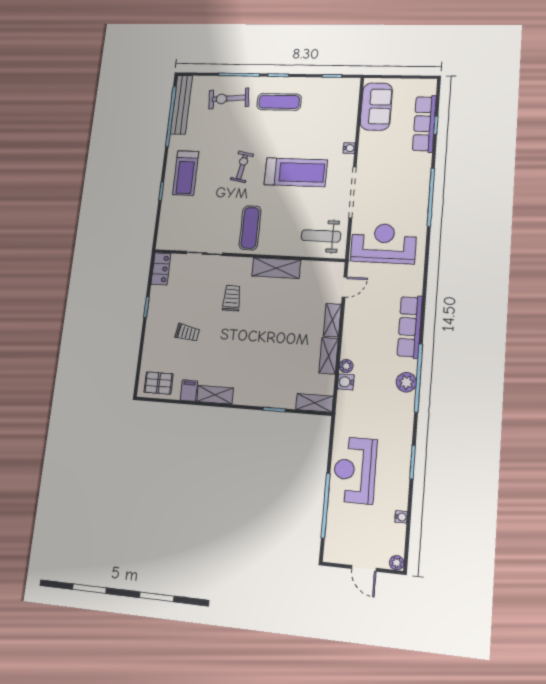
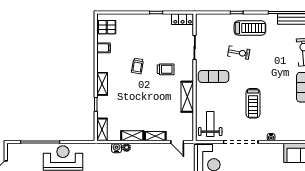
exercise bike: (242, 167) -> (239, 53), moved
treadmill: (296, 172) -> (253, 103), width x0.73, depth x0.73
treadmill: (186, 173) -> (250, 28), turned 180
trolley: (187, 333) -> (137, 66), moved
pallet: (159, 383) -> (107, 27), turned 90
shelving: (215, 395) -> (102, 84), moved

